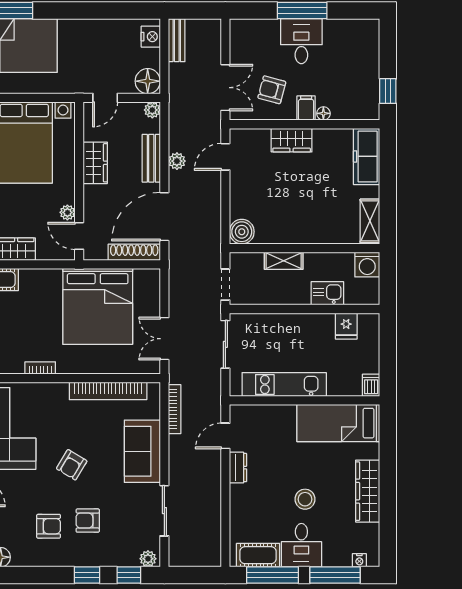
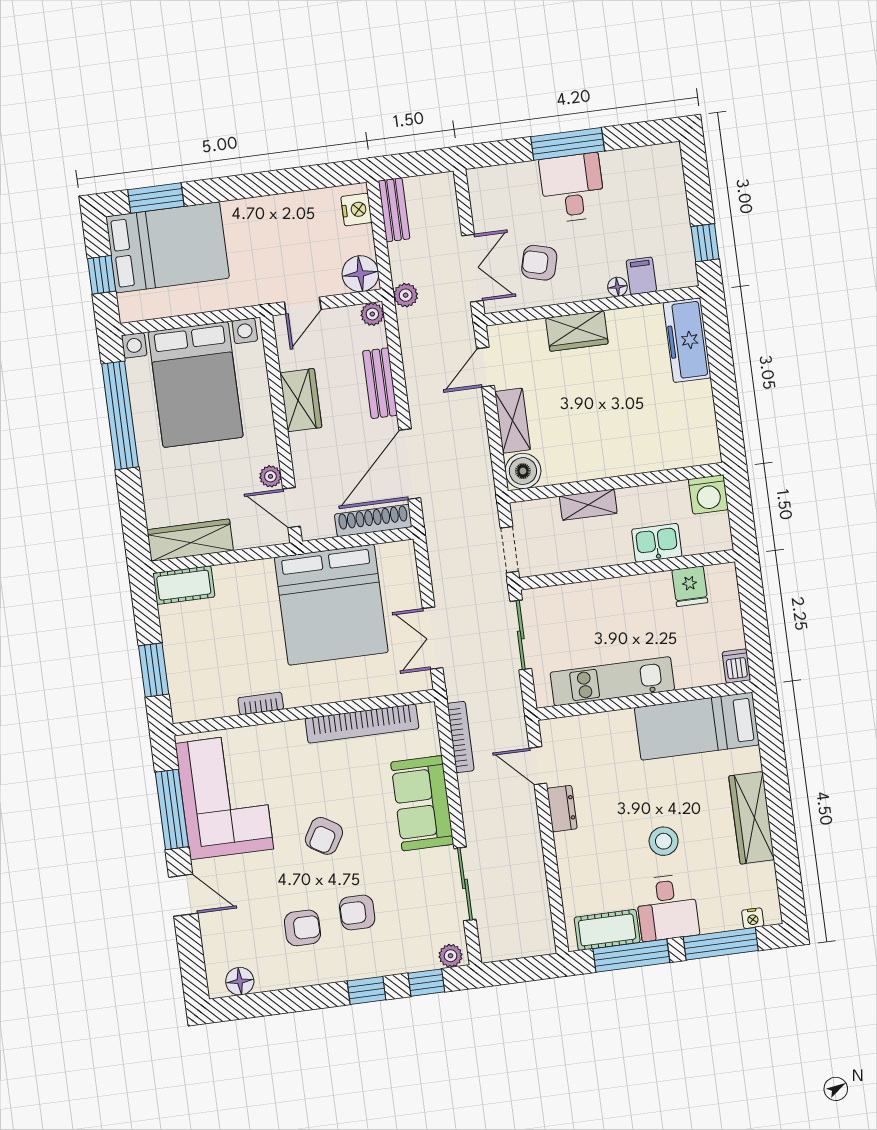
filing cabinet: (306, 108) -> (641, 276), moved
plant: (177, 161) -> (406, 295), moved
shelving: (370, 221) -> (513, 421), moved
door: (225, 436) -> (538, 766), hinge flipped

